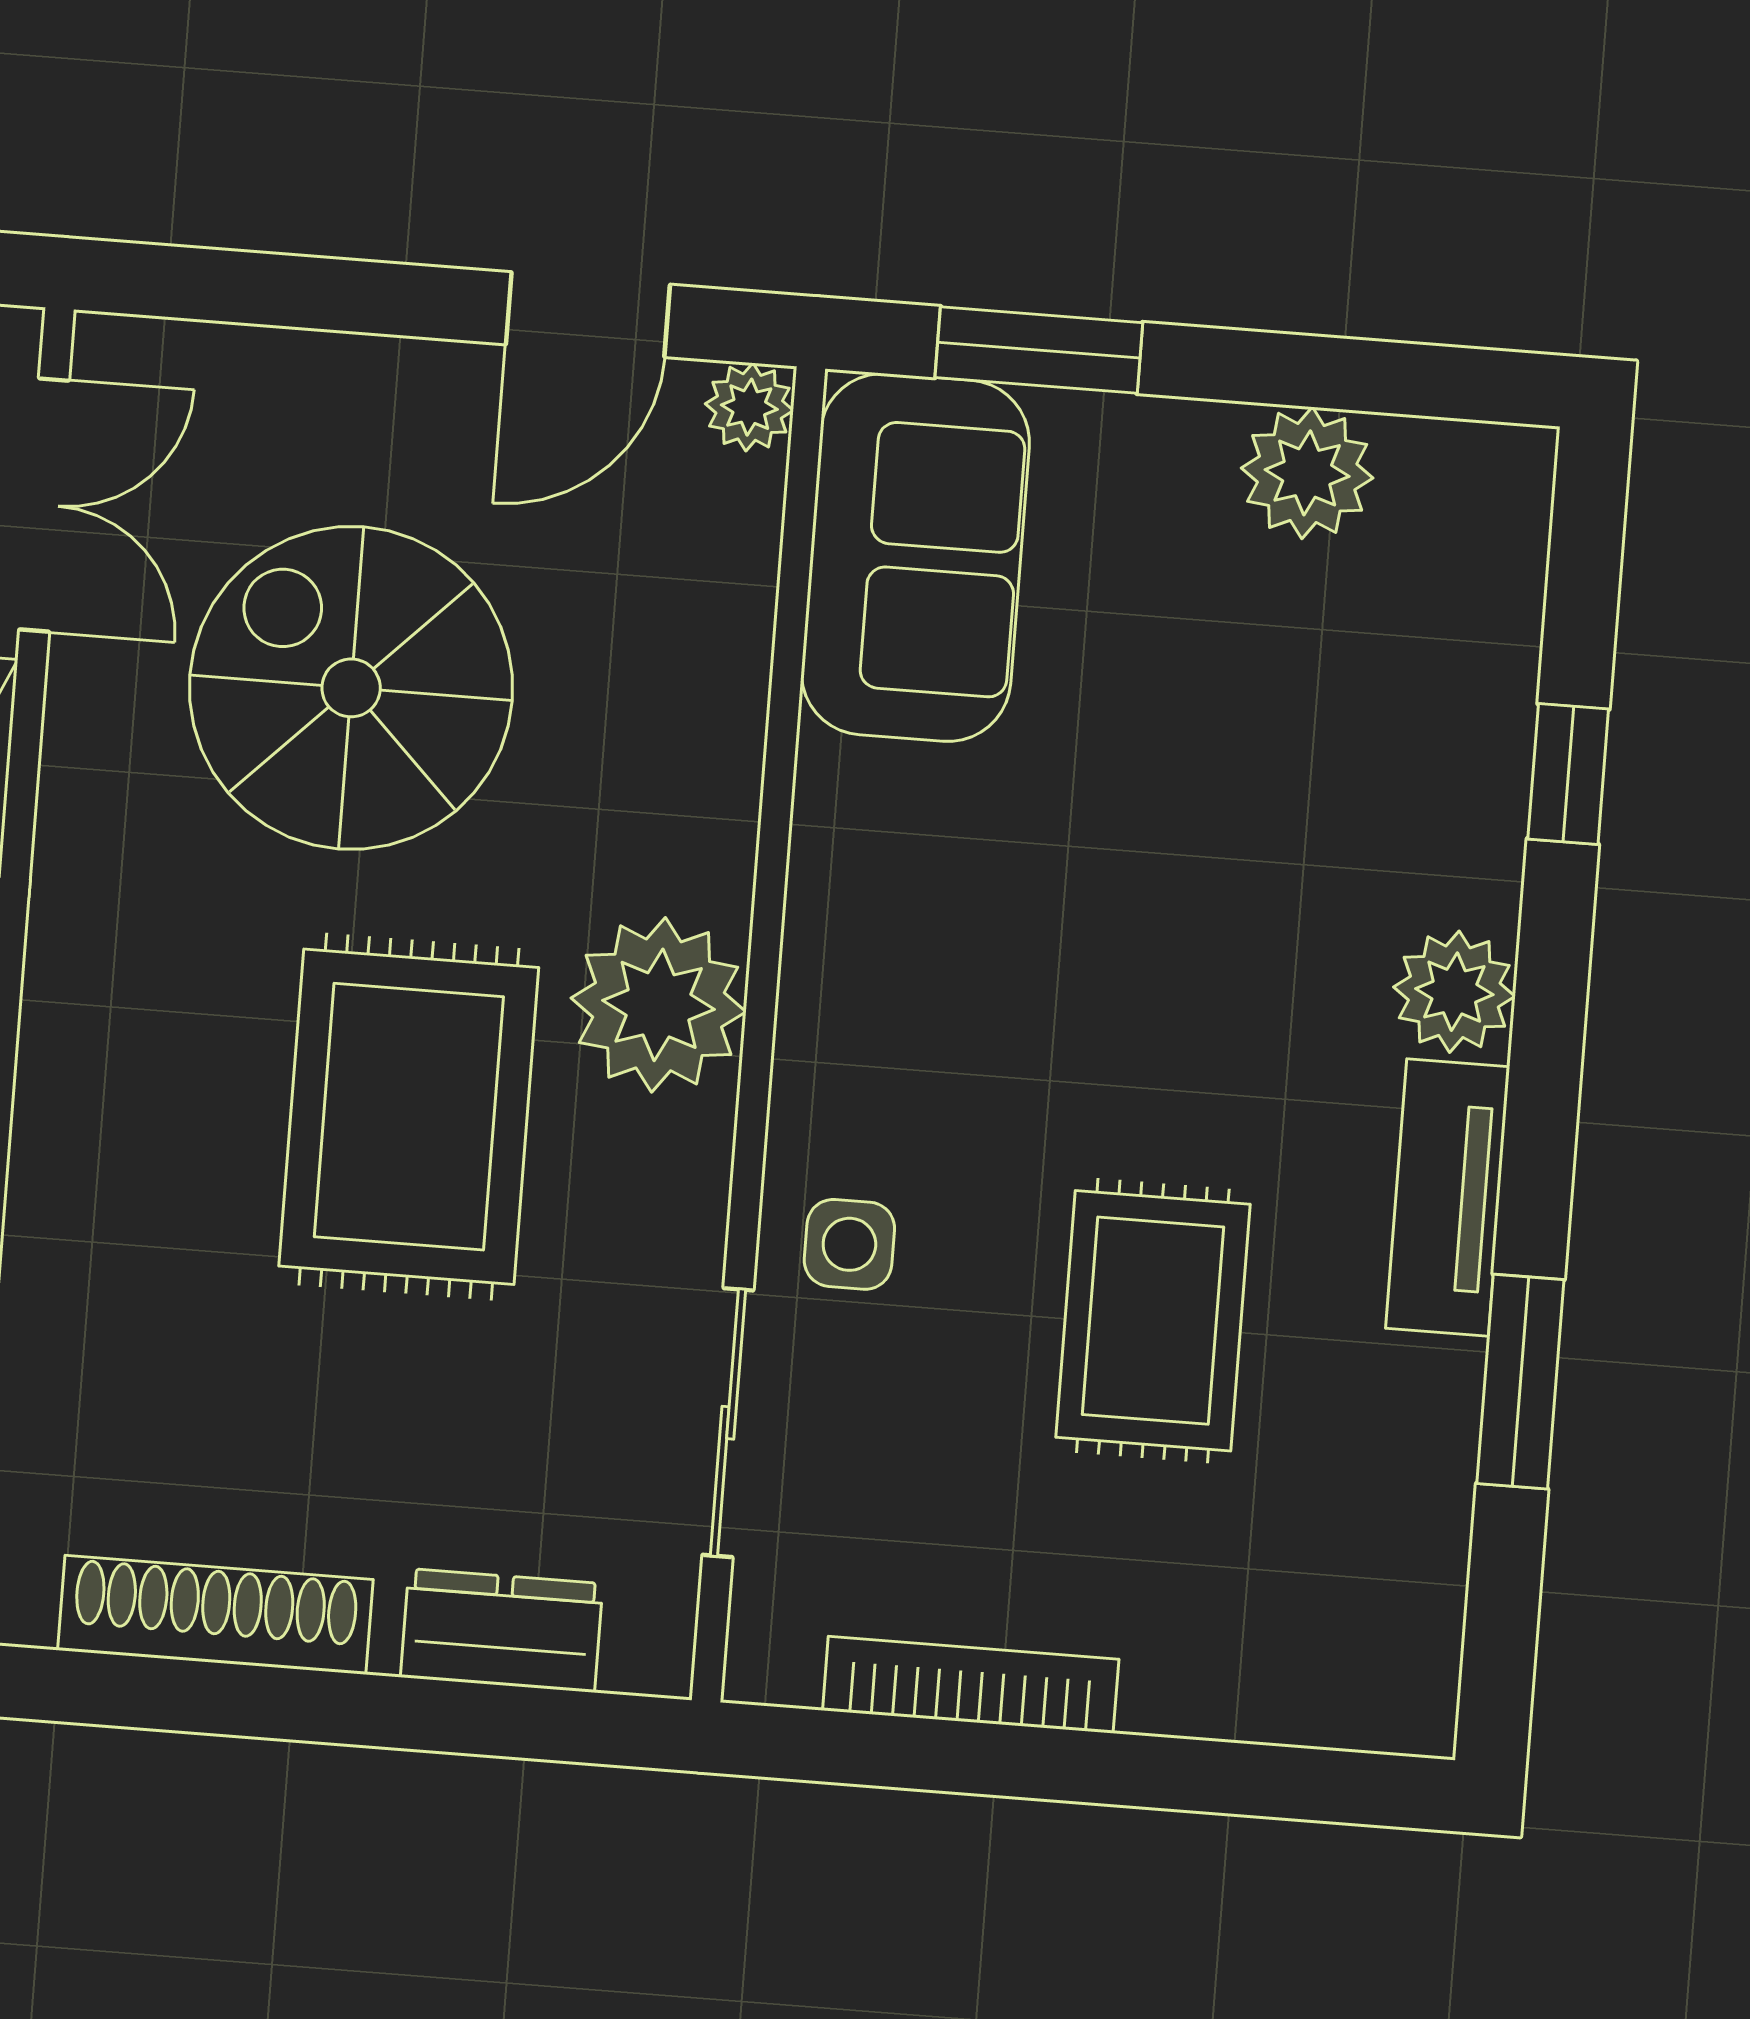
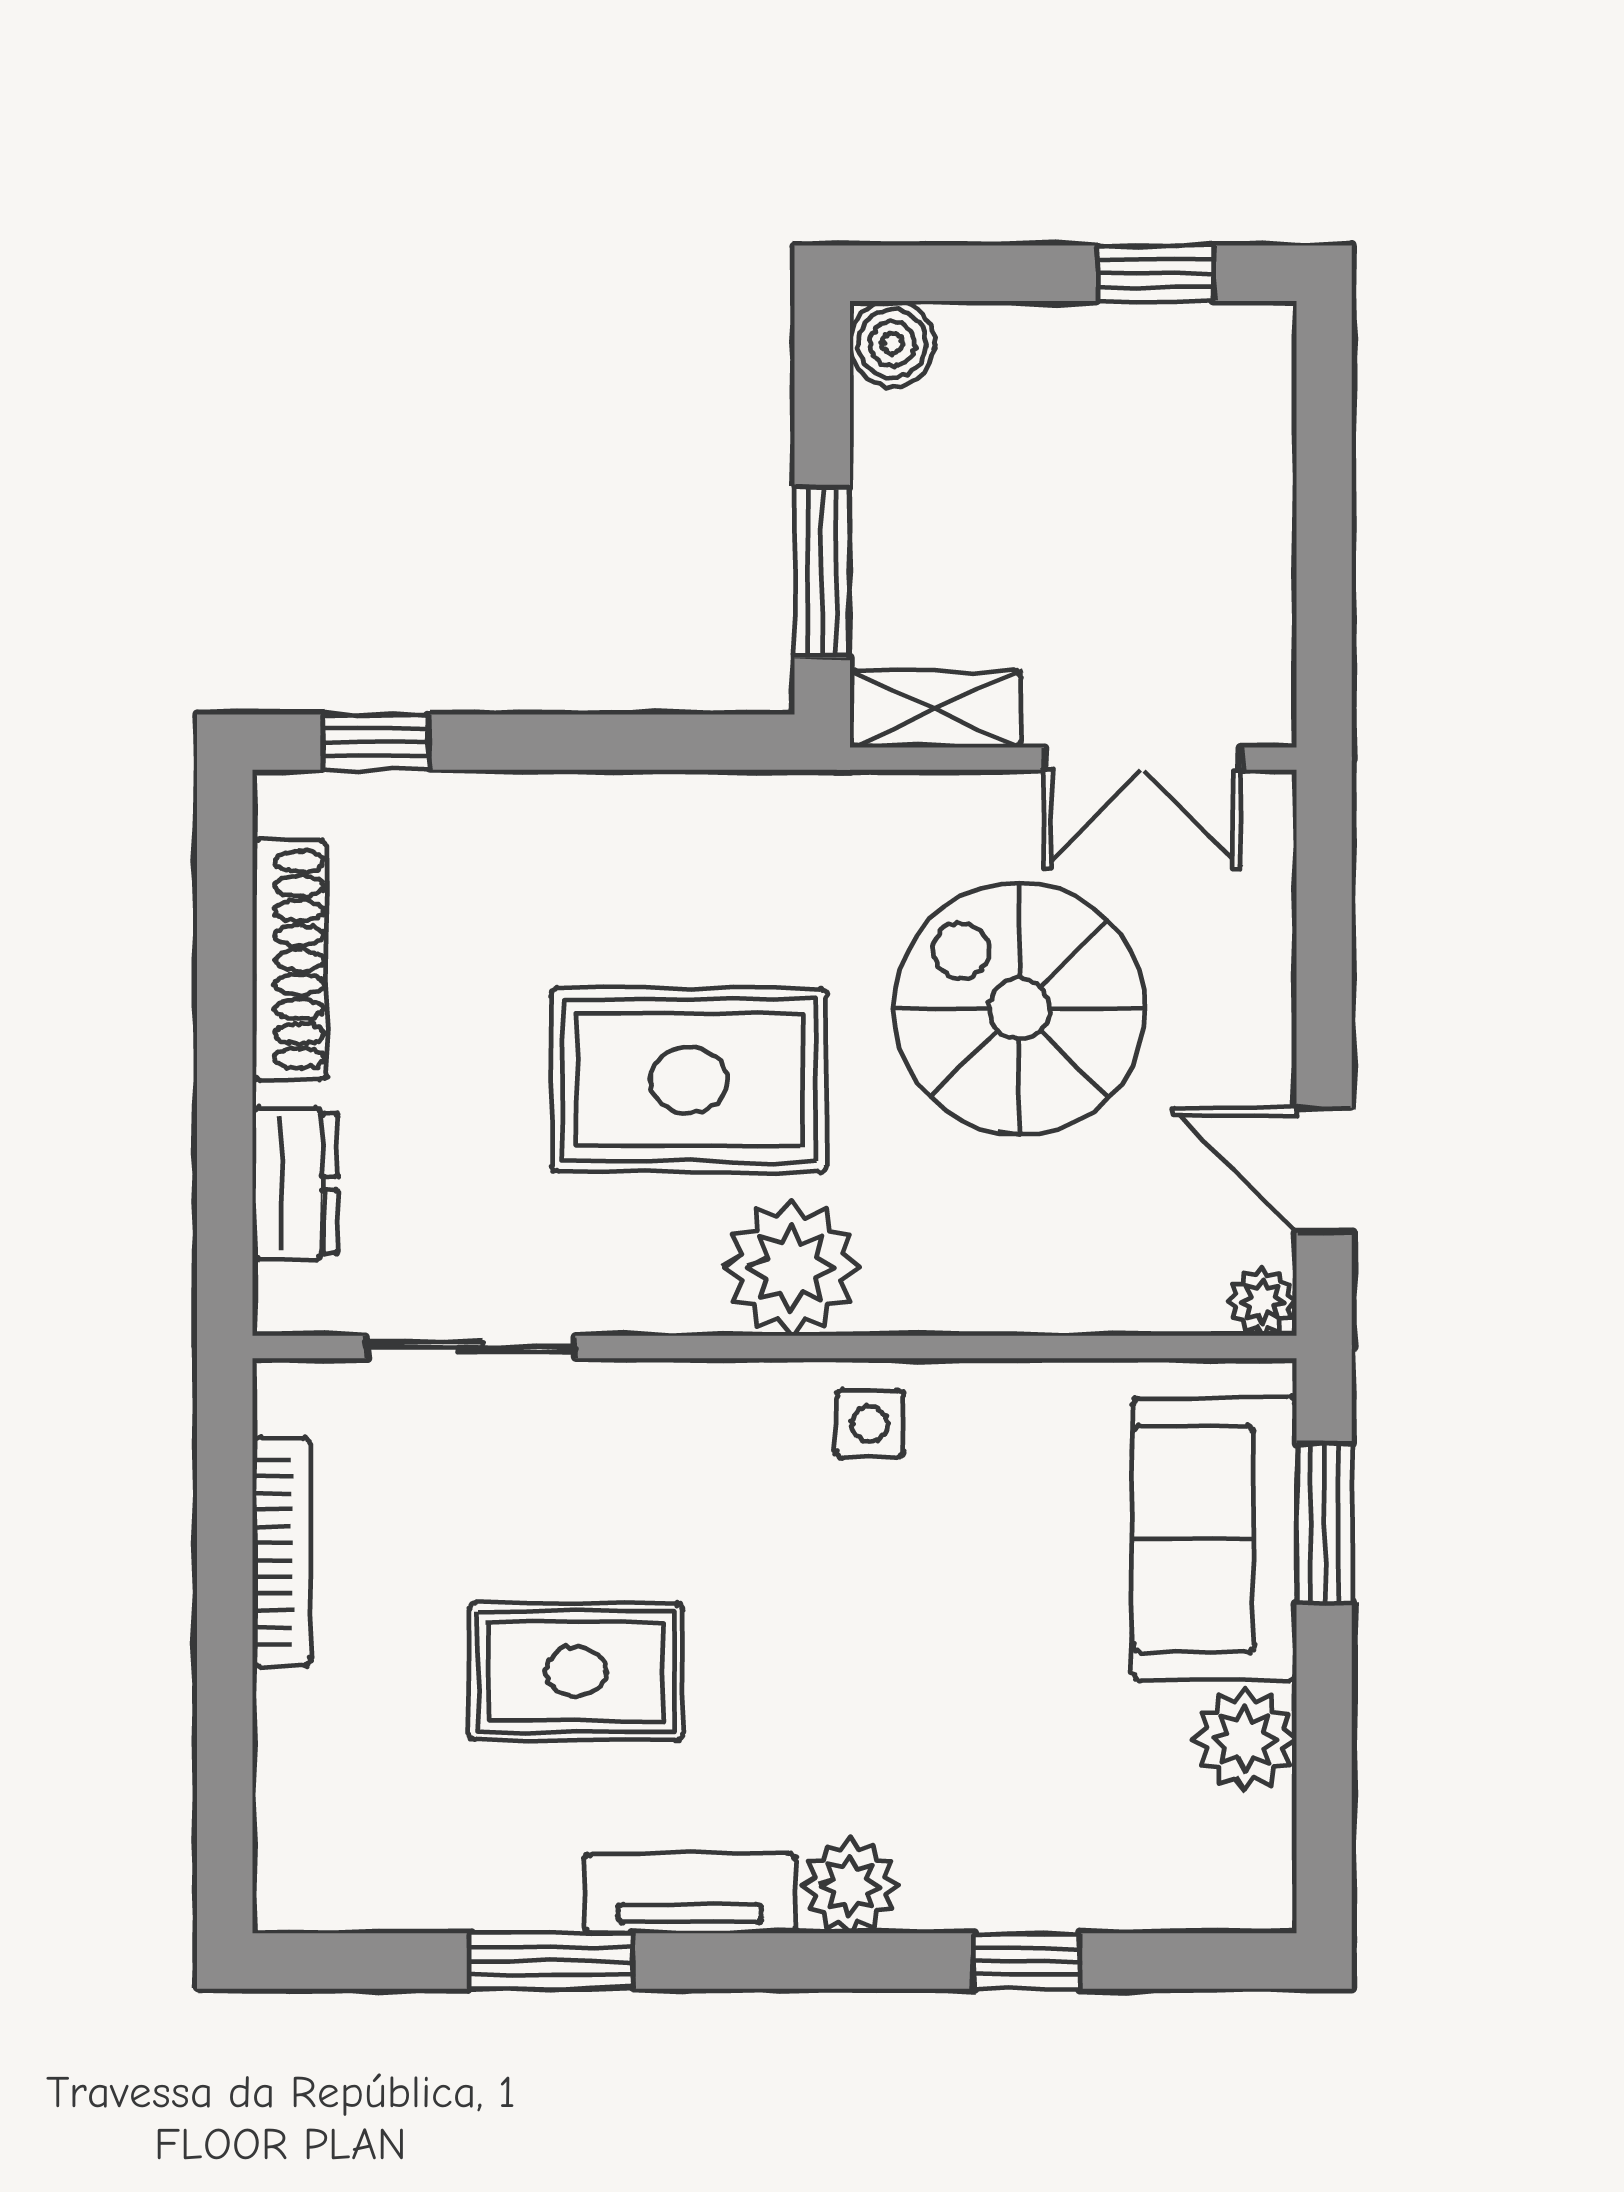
sofa: (915, 558) -> (1215, 1539), moved, turned 90
spiral stairs: (351, 688) -> (1019, 1009), turned -90
side table: (849, 1244) -> (870, 1424), moved

